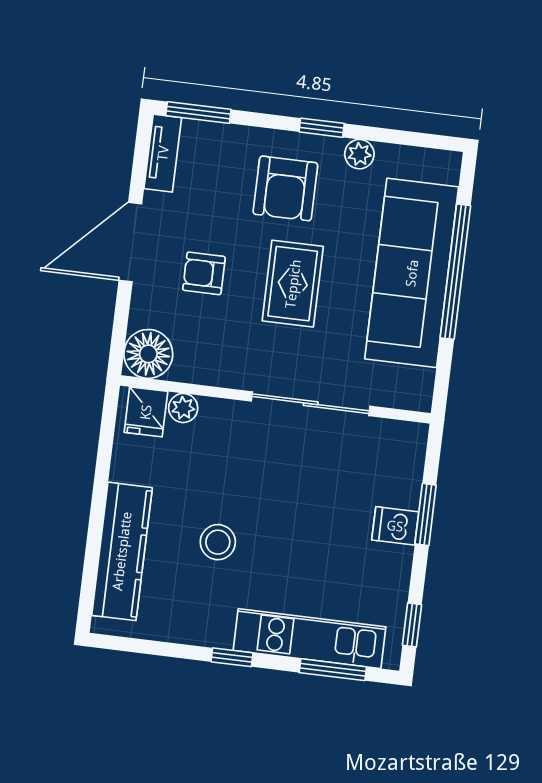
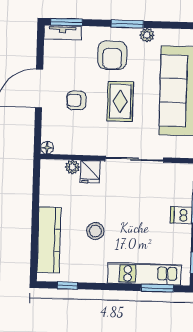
window: (322, 128) -> (127, 24), width x1.50
tv unit: (163, 153) -> (63, 32), moved, turned 90
floor lamp: (148, 354) -> (47, 148), width x0.53, depth x0.53
fridge: (146, 412) -> (90, 172), moved
window: (232, 657) -> (67, 285), moved

